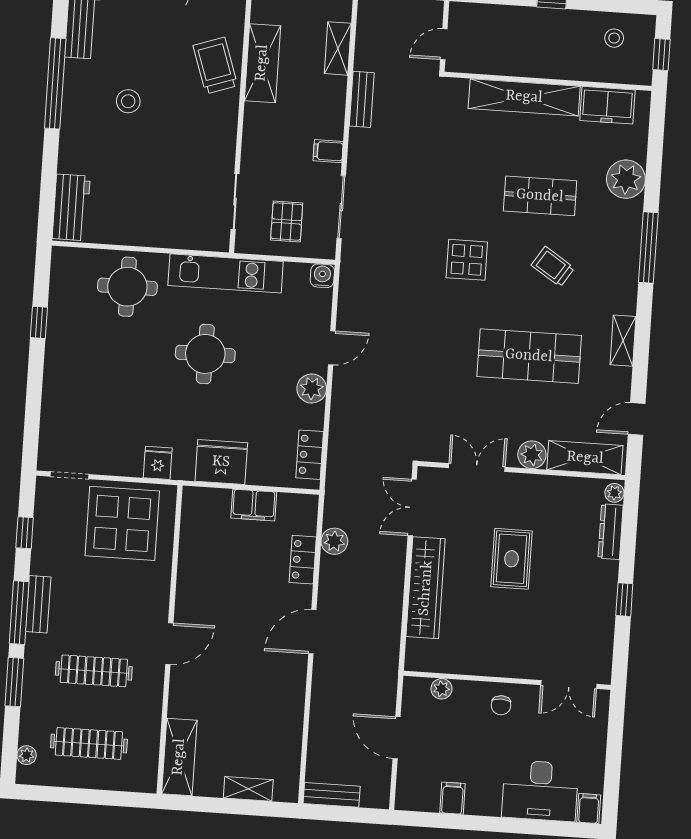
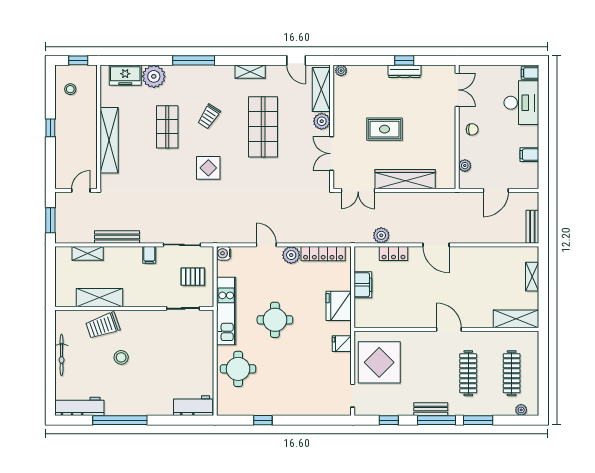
door: (444, 44) -> (81, 190), swing flipped
bench: (362, 99) -> (117, 237), width x1.36
stool: (128, 101) -> (121, 357), moved
freezer: (607, 105) -> (125, 75), moved, turned 90
locker: (310, 455) -> (323, 254), width x1.53
dresser: (611, 532) -> (404, 71), moved

